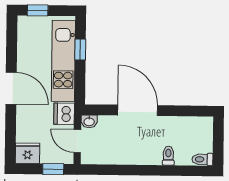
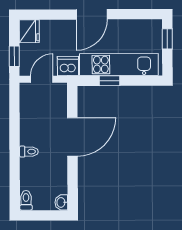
window: (80, 49) -> (110, 81), moved
washbasin: (89, 121) -> (61, 202), moved
toilet: (168, 156) -> (29, 152), moved

